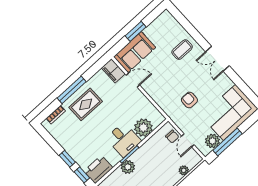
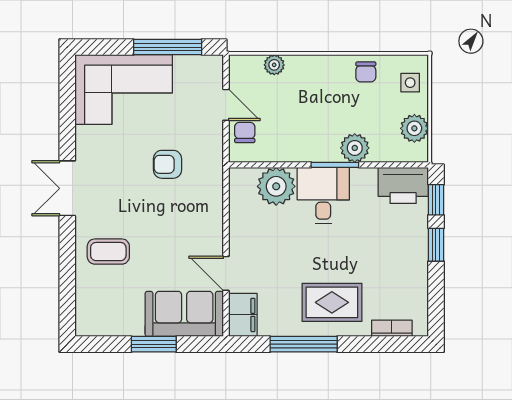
double door: (217, 59) -> (67, 188), swing flipped
window: (72, 90) -> (304, 344), moved
armchair: (189, 100) -> (167, 164), turned 90
door: (188, 140) -> (226, 105), hinge flipped
plant: (212, 141) -> (189, 70), removed

